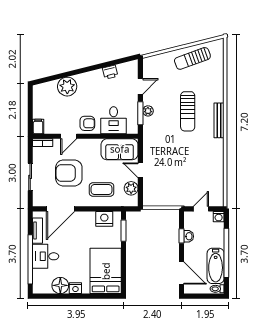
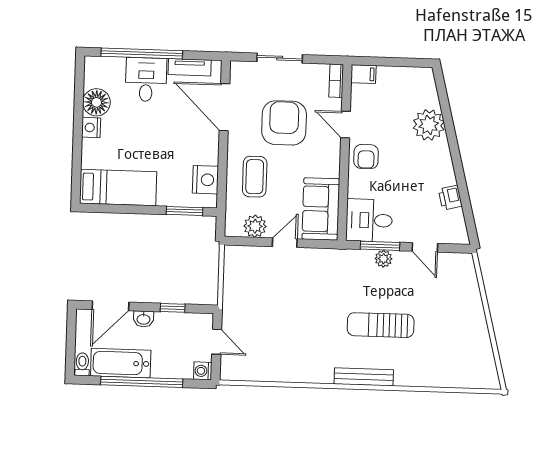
sun lounger: (192, 58) -> (469, 336), removed
desk: (114, 120) -> (369, 220), moved
washbasin: (189, 236) -> (143, 319), moved
bed: (106, 271) -> (118, 188), width x0.67

